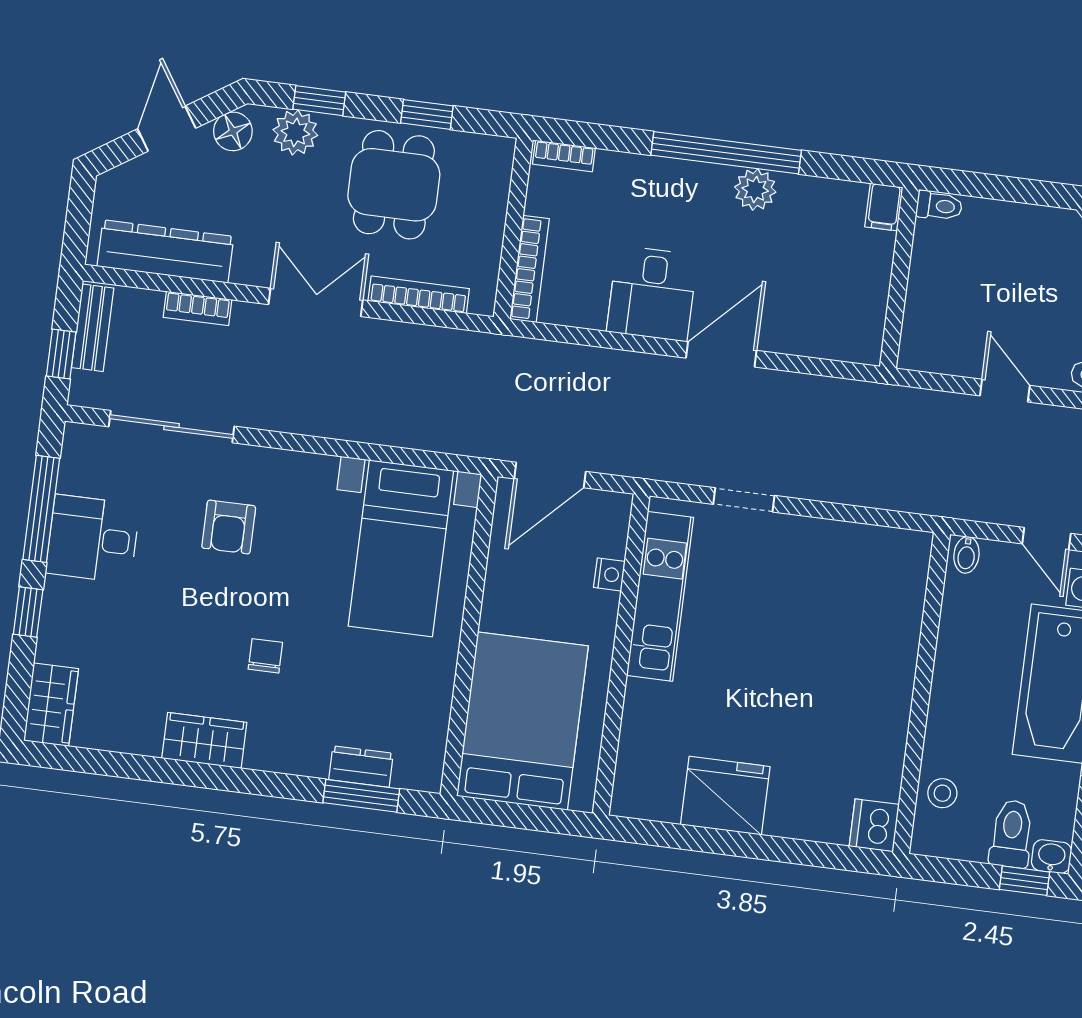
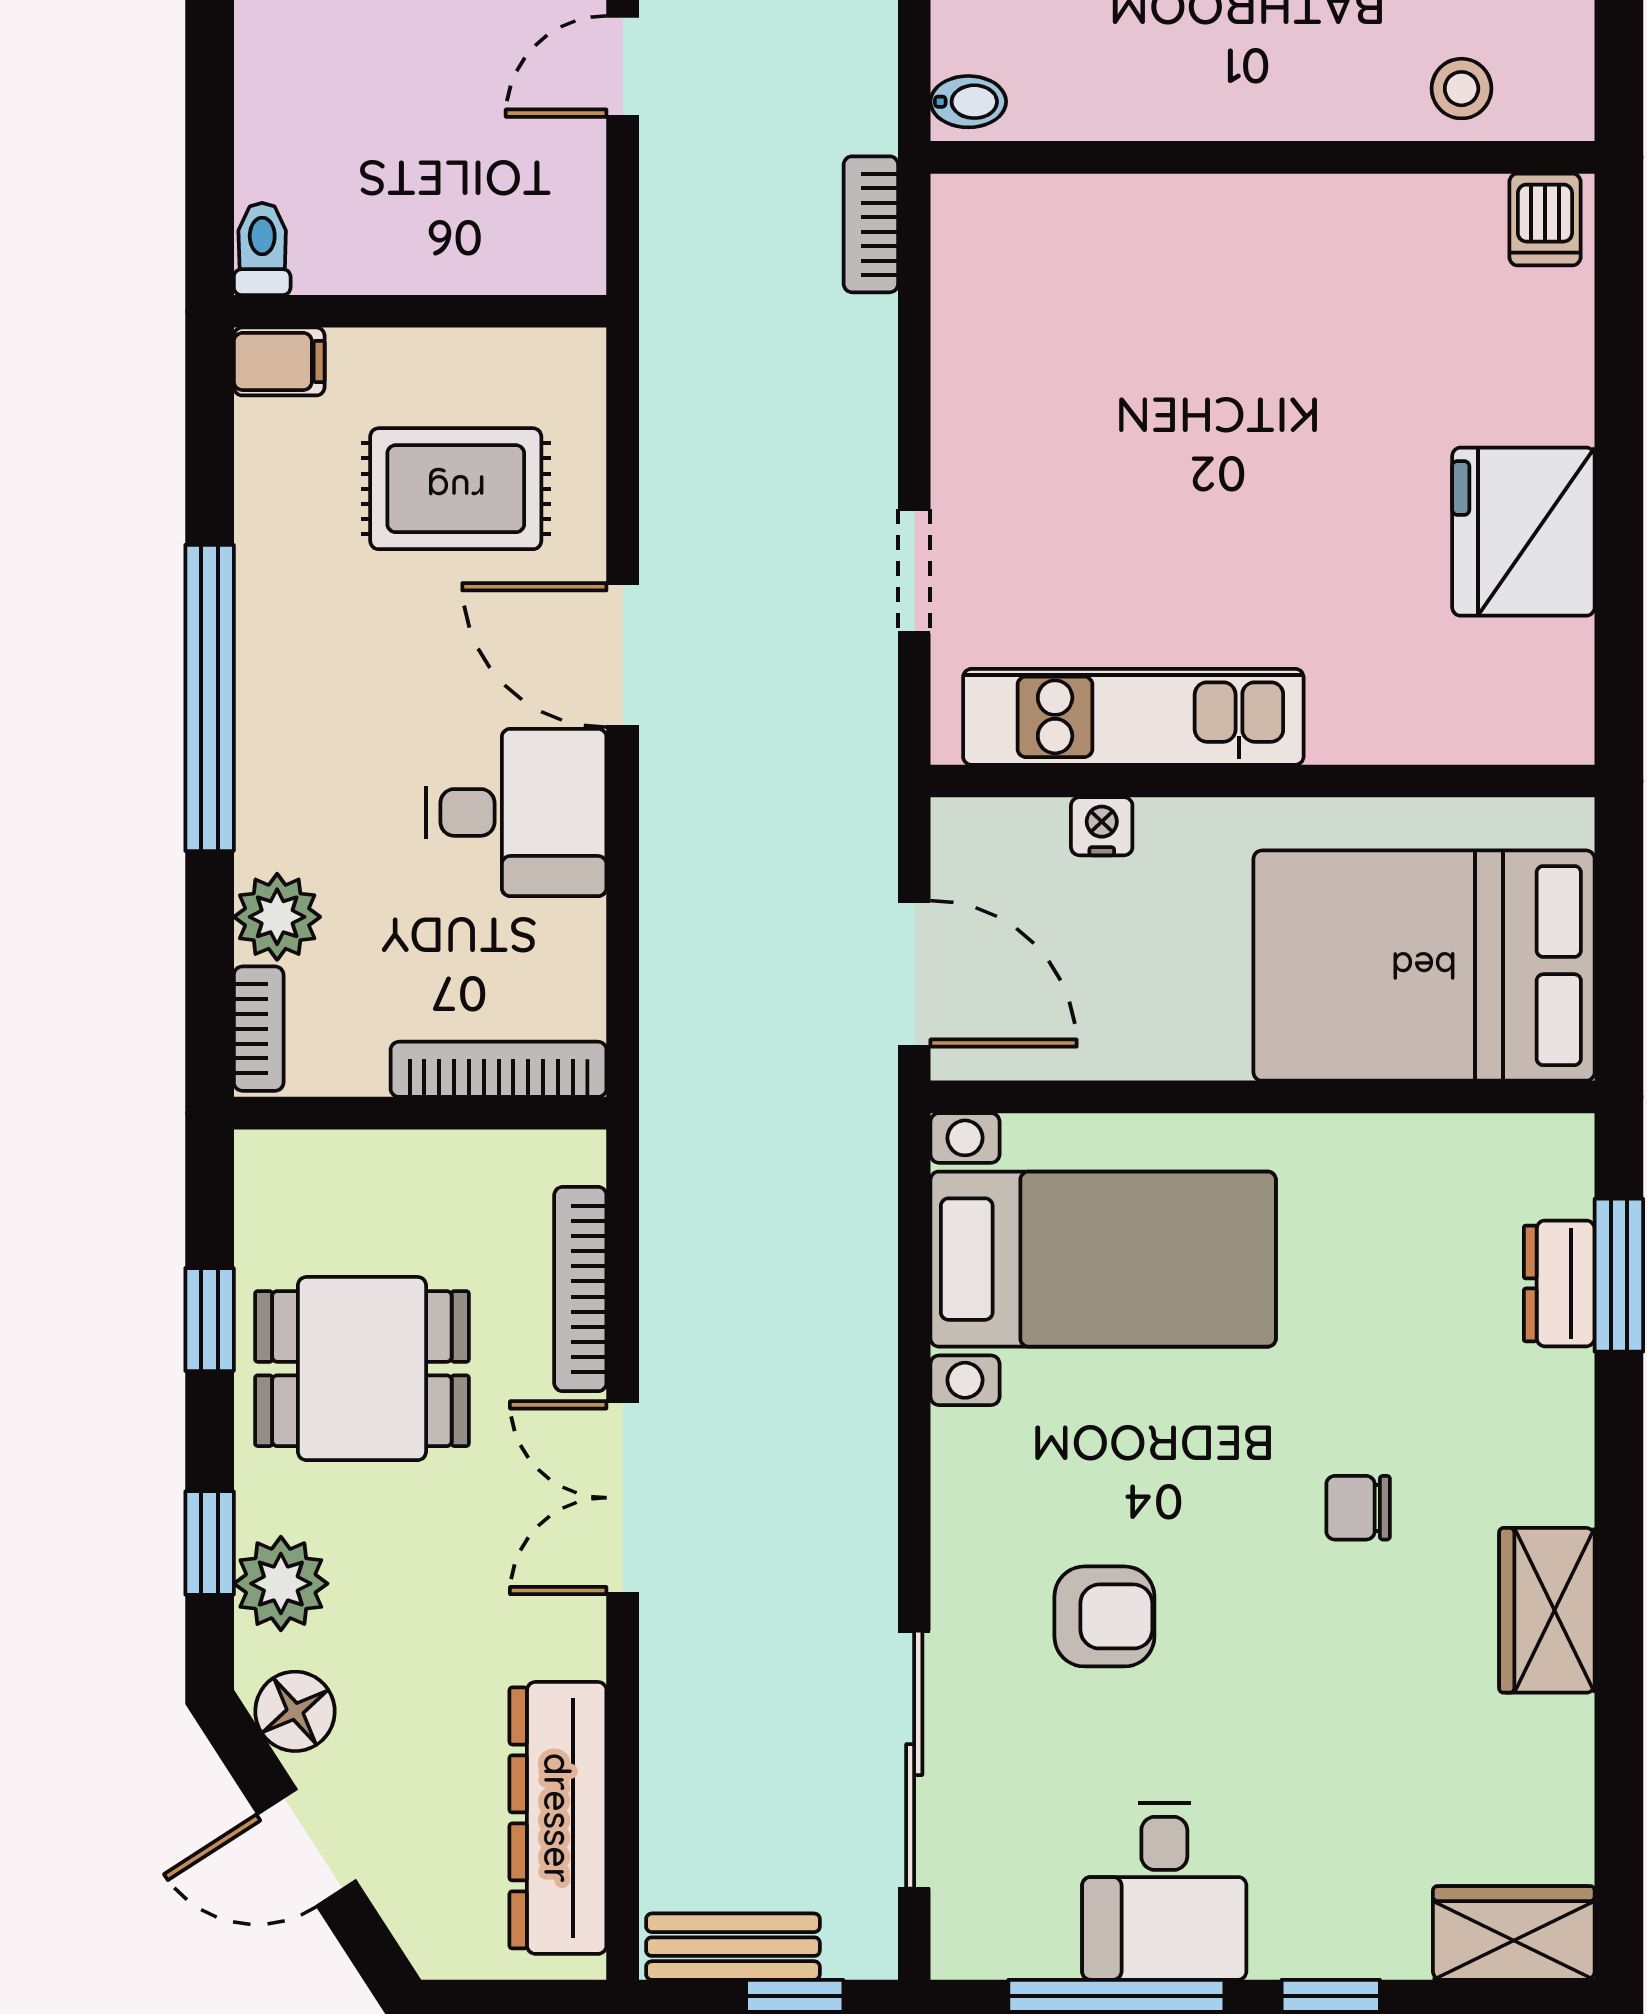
plant: (755, 190) -> (277, 917), moved
rug: (812, 284) -> (456, 489), added
bookcase: (197, 308) -> (871, 224), moved, turned 180
dishwasher: (874, 825) -> (1545, 219), width x0.73

